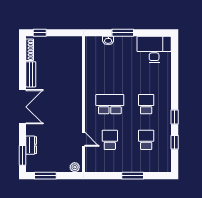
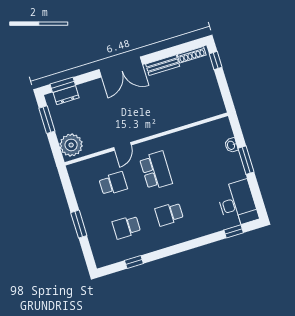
school desk: (146, 104) -> (169, 214), turned 180
window: (175, 117) -> (234, 231), moved
door: (83, 139) -> (122, 146), moved
school desk: (146, 140) -> (126, 227), turned 180
dresser: (31, 145) -> (66, 95), moved
plant: (75, 167) -> (71, 145), width x1.87, depth x1.87

